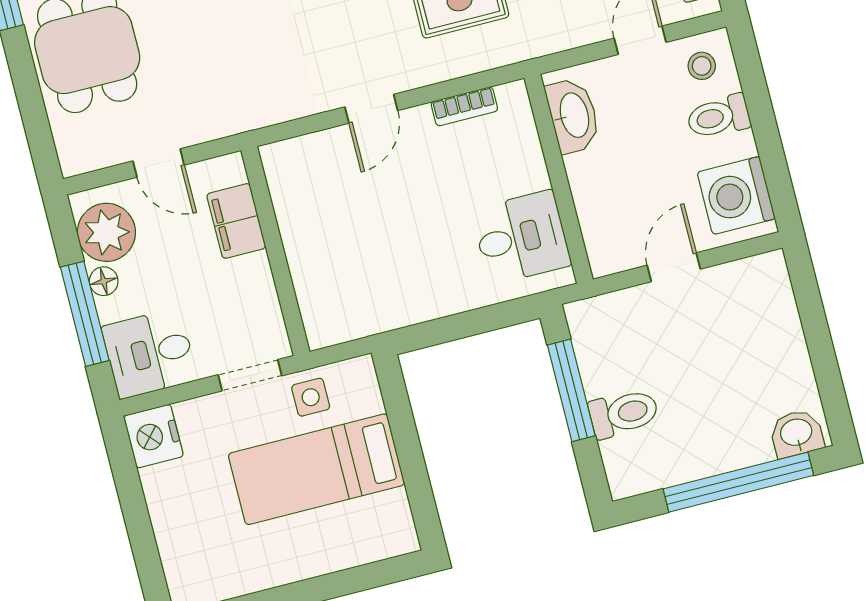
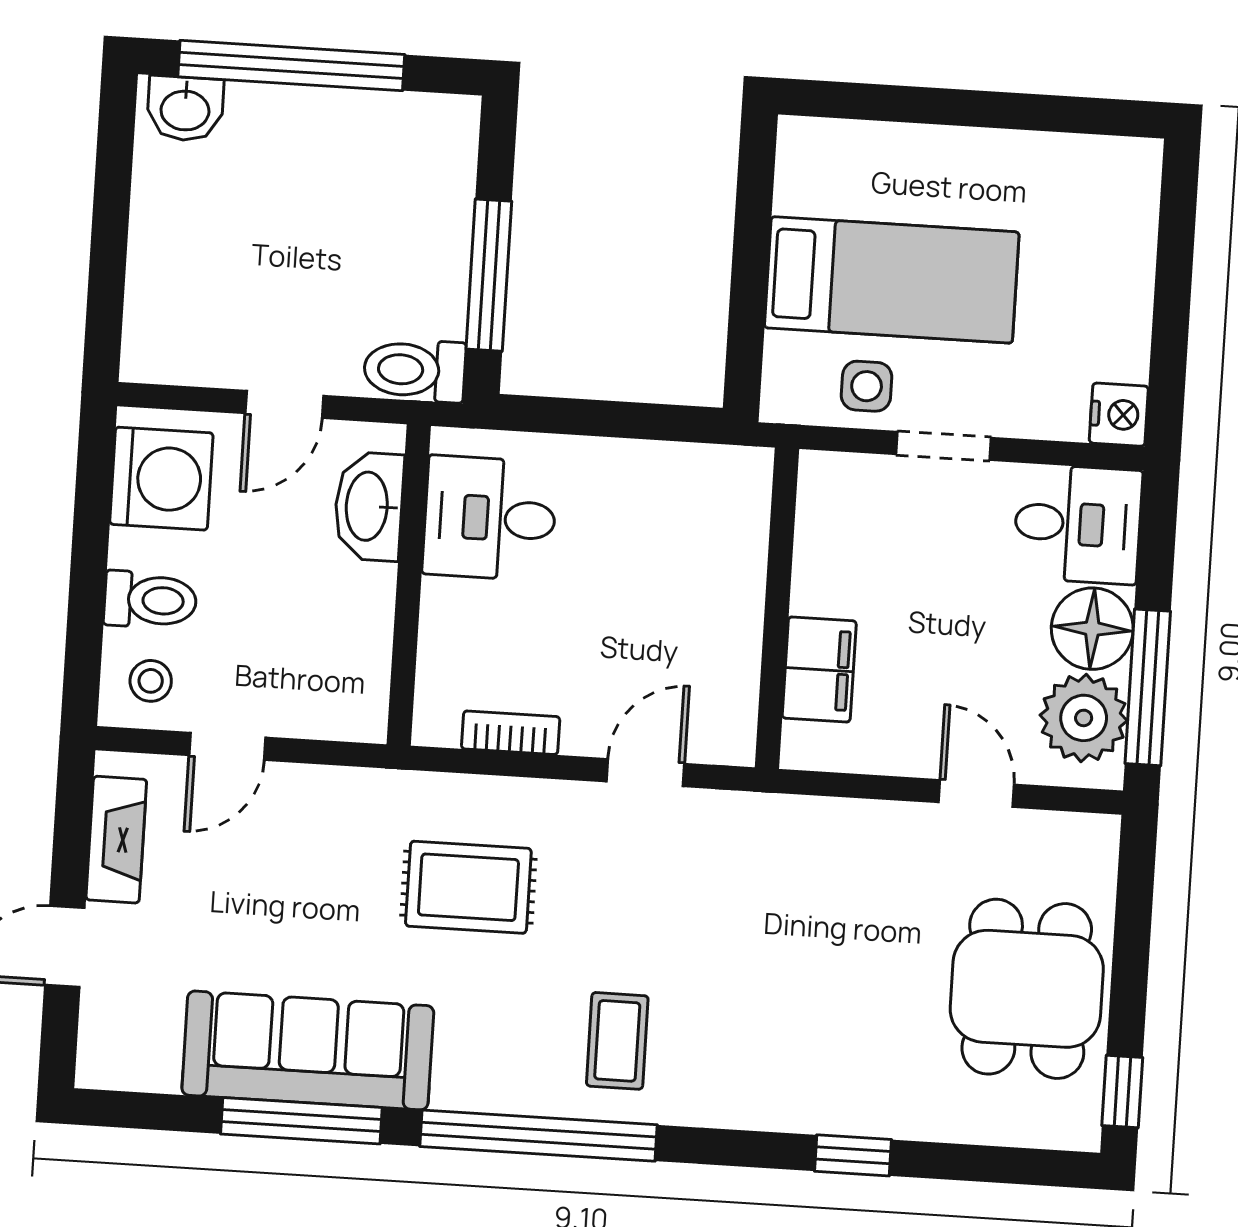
washbasin: (573, 115) -> (369, 506), moved
filing cabinet: (236, 221) -> (819, 670), moved
wall: (275, 251) -> (777, 608), moved
floor lamp: (104, 281) -> (1092, 629), width x1.89, depth x1.89
window: (85, 314) -> (1148, 687), moved
toilet: (624, 413) -> (415, 370), moved
nightstand: (154, 436) -> (1119, 415), width x0.74, depth x0.75

